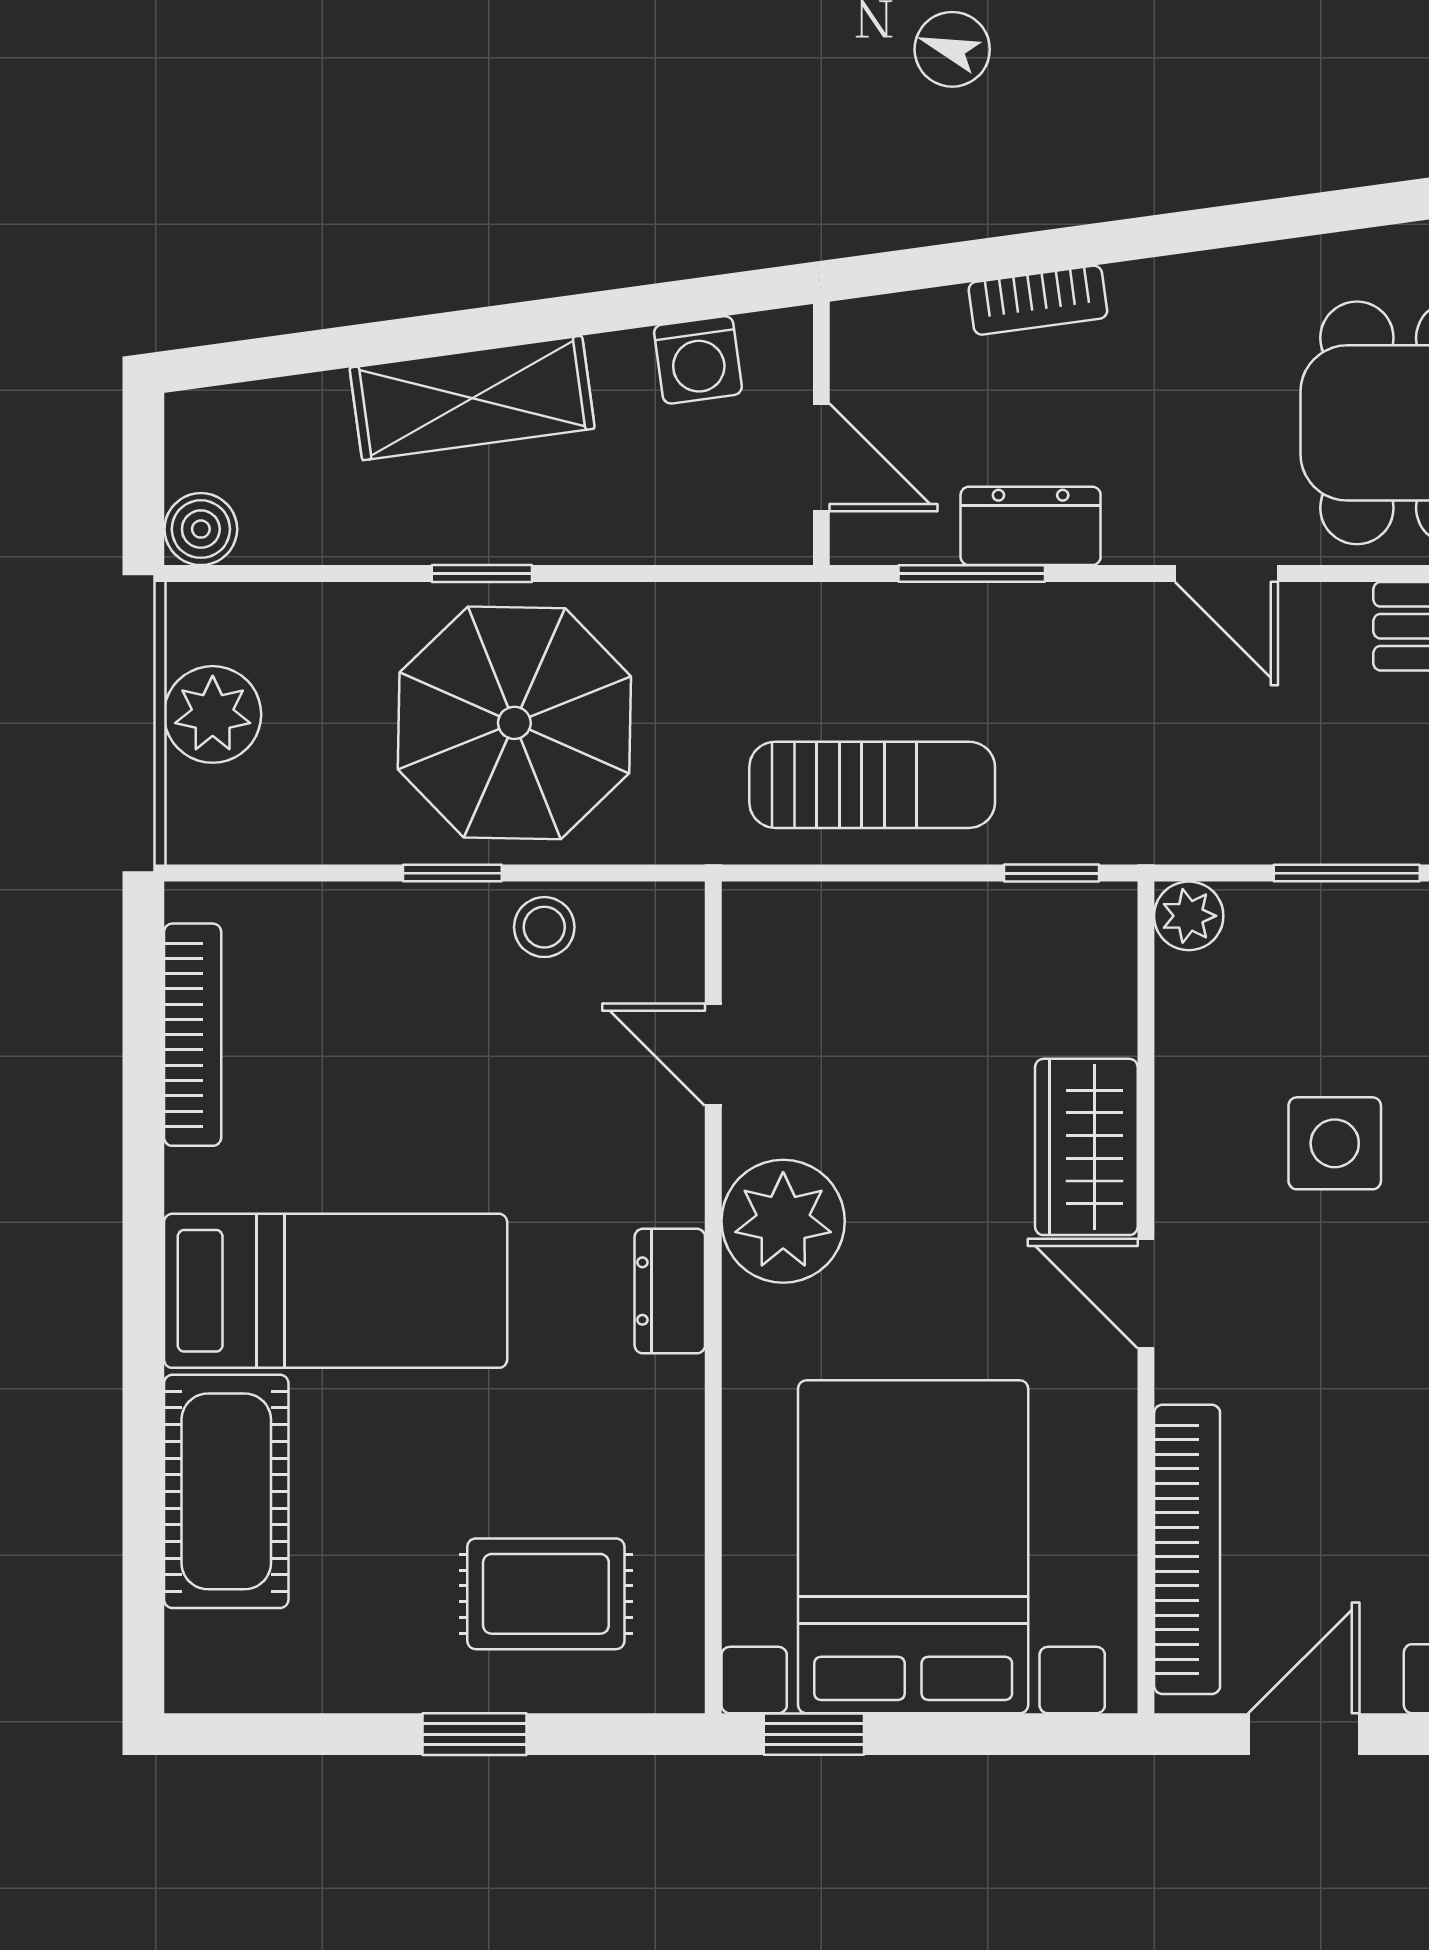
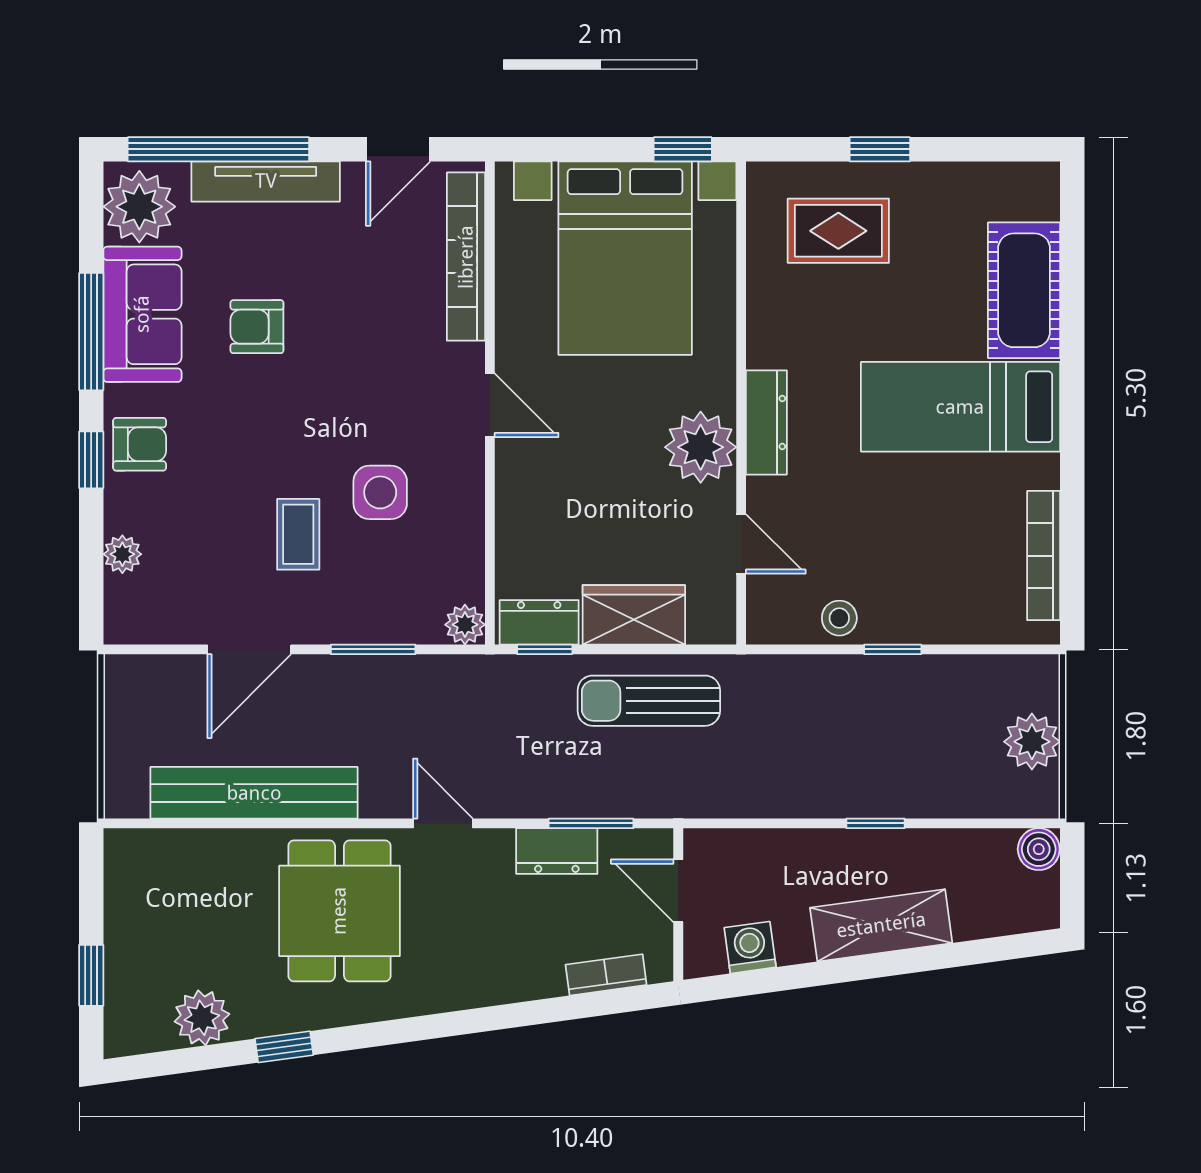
bookcase: (1038, 300) -> (606, 975), moved
parasol: (514, 723) -> (857, 737), removed
dresser: (1061, 920) -> (539, 622), added
wardrobe: (1086, 1147) -> (634, 615), moved, turned -90
dresser: (670, 1291) -> (766, 422), width x1.44

